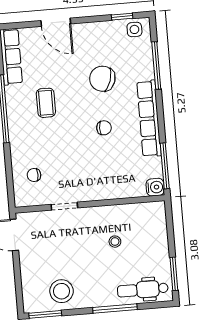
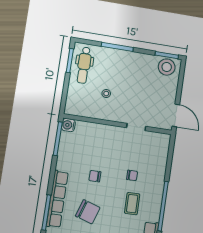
row of seats: (149, 119) -> (57, 199), moved
chair: (34, 175) -> (132, 175), moved
dental chair: (143, 290) -> (84, 65), moved, turned 90
stool: (62, 291) -> (167, 67), moved

